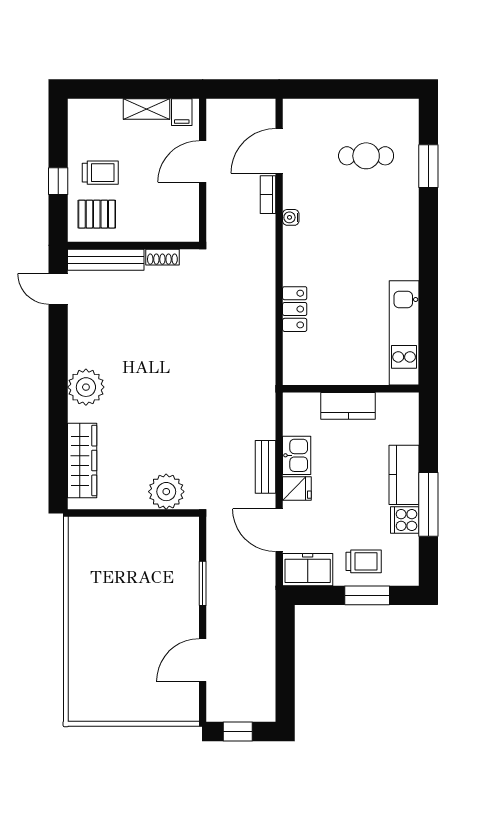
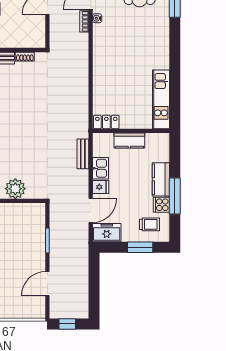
water cooler: (291, 217) -> (97, 18), moved
locker: (295, 309) -> (106, 122), moved, turned -90
bench: (265, 467) -> (83, 154), moved
plant: (166, 492) -> (15, 189), moved
door: (279, 530) -> (91, 211), swing flipped
trolley: (364, 561) -> (149, 224), moved

